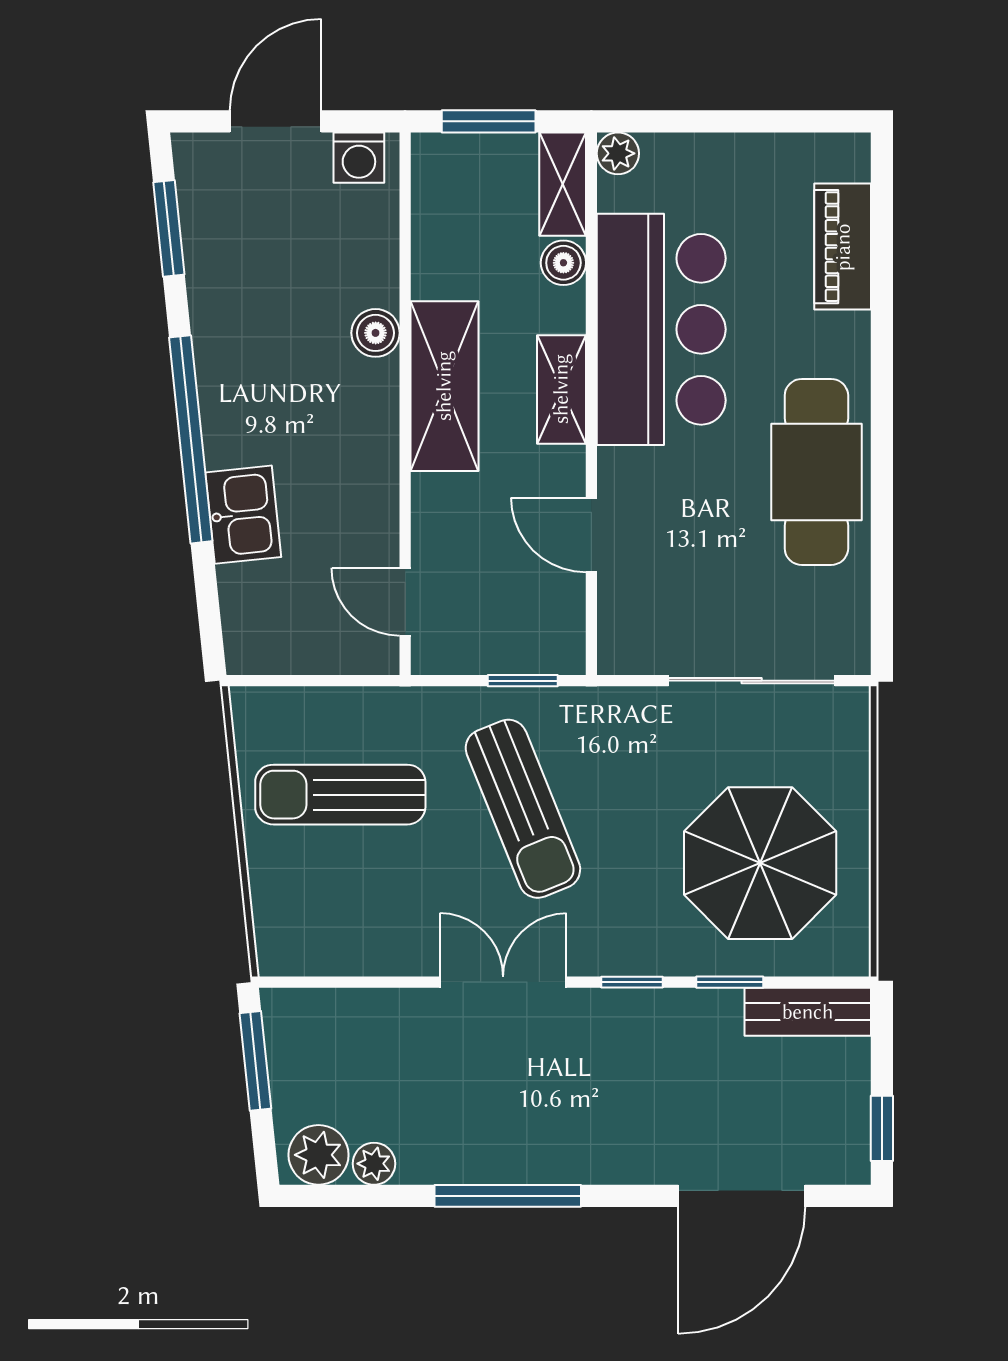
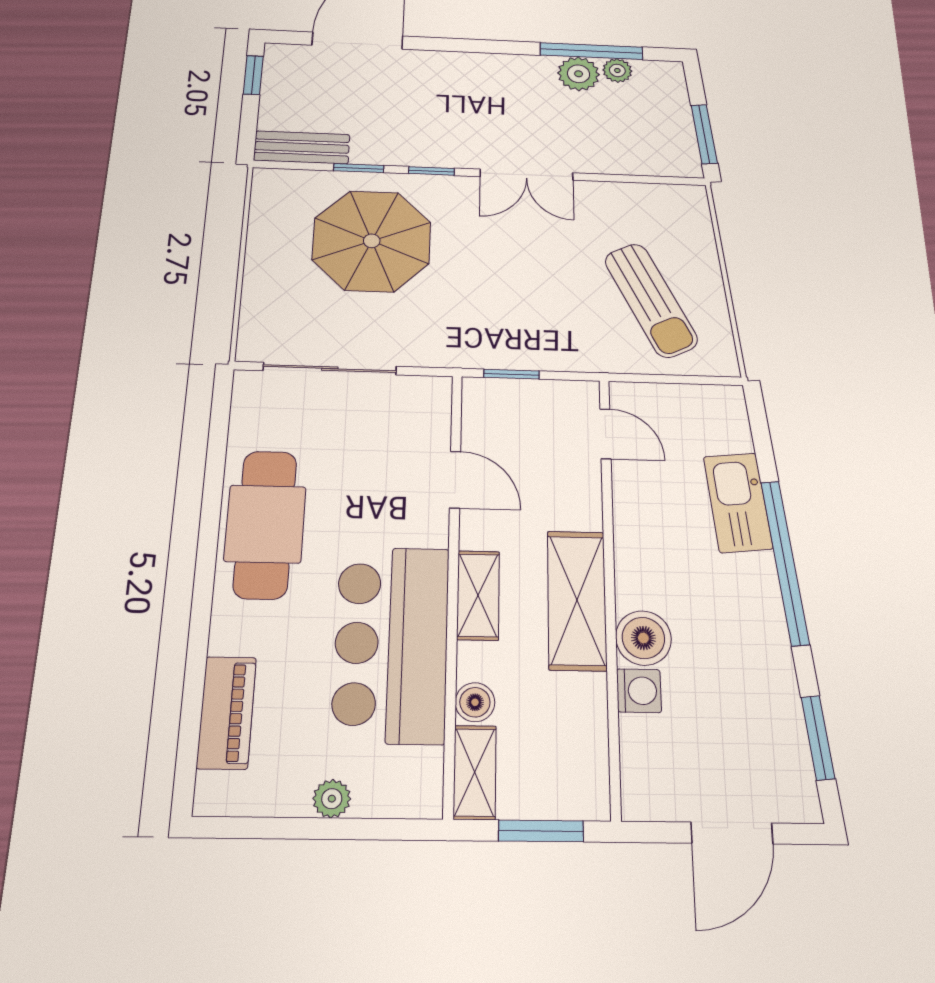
plant: (618, 153) -> (332, 799), moved
washing machine: (359, 158) -> (639, 691), moved, turned 90
boiler: (376, 333) -> (643, 638), width x1.36, depth x1.36
kitchen sink: (243, 515) -> (738, 502), width x1.38
sun lounger: (340, 795) -> (651, 300), turned 64
sun lounger: (523, 809) -> (512, 286), removed
parasol: (760, 863) -> (372, 241), moved
plant: (318, 1155) -> (579, 74), moved
window: (508, 1196) -> (591, 51), moved

